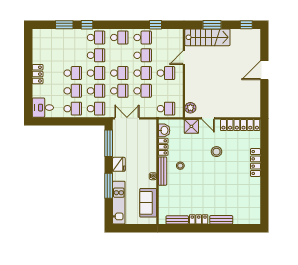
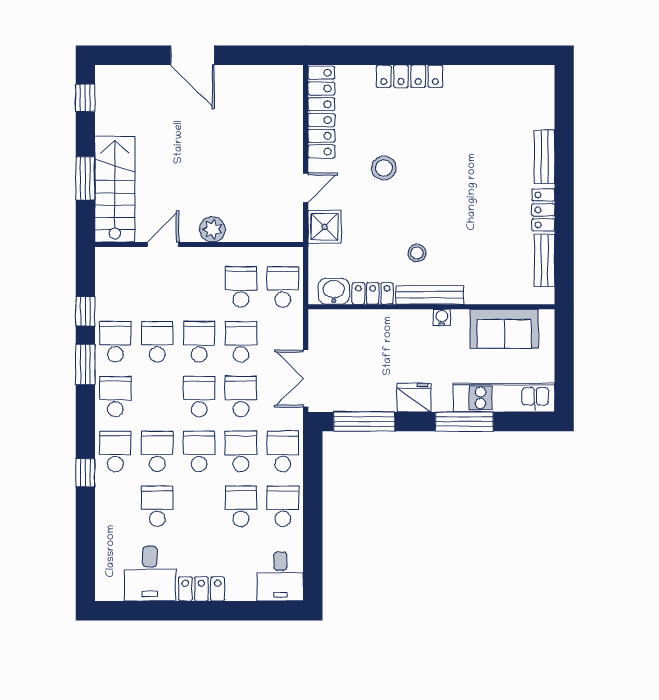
window: (64, 25) -> (85, 364), moved
desk: (44, 52) -> (150, 574), added
door: (184, 58) -> (163, 244), swing flipped
school desk: (73, 73) -> (157, 506), moved
school desk: (166, 73) -> (241, 287), moved
plant: (190, 108) -> (213, 229), moved

